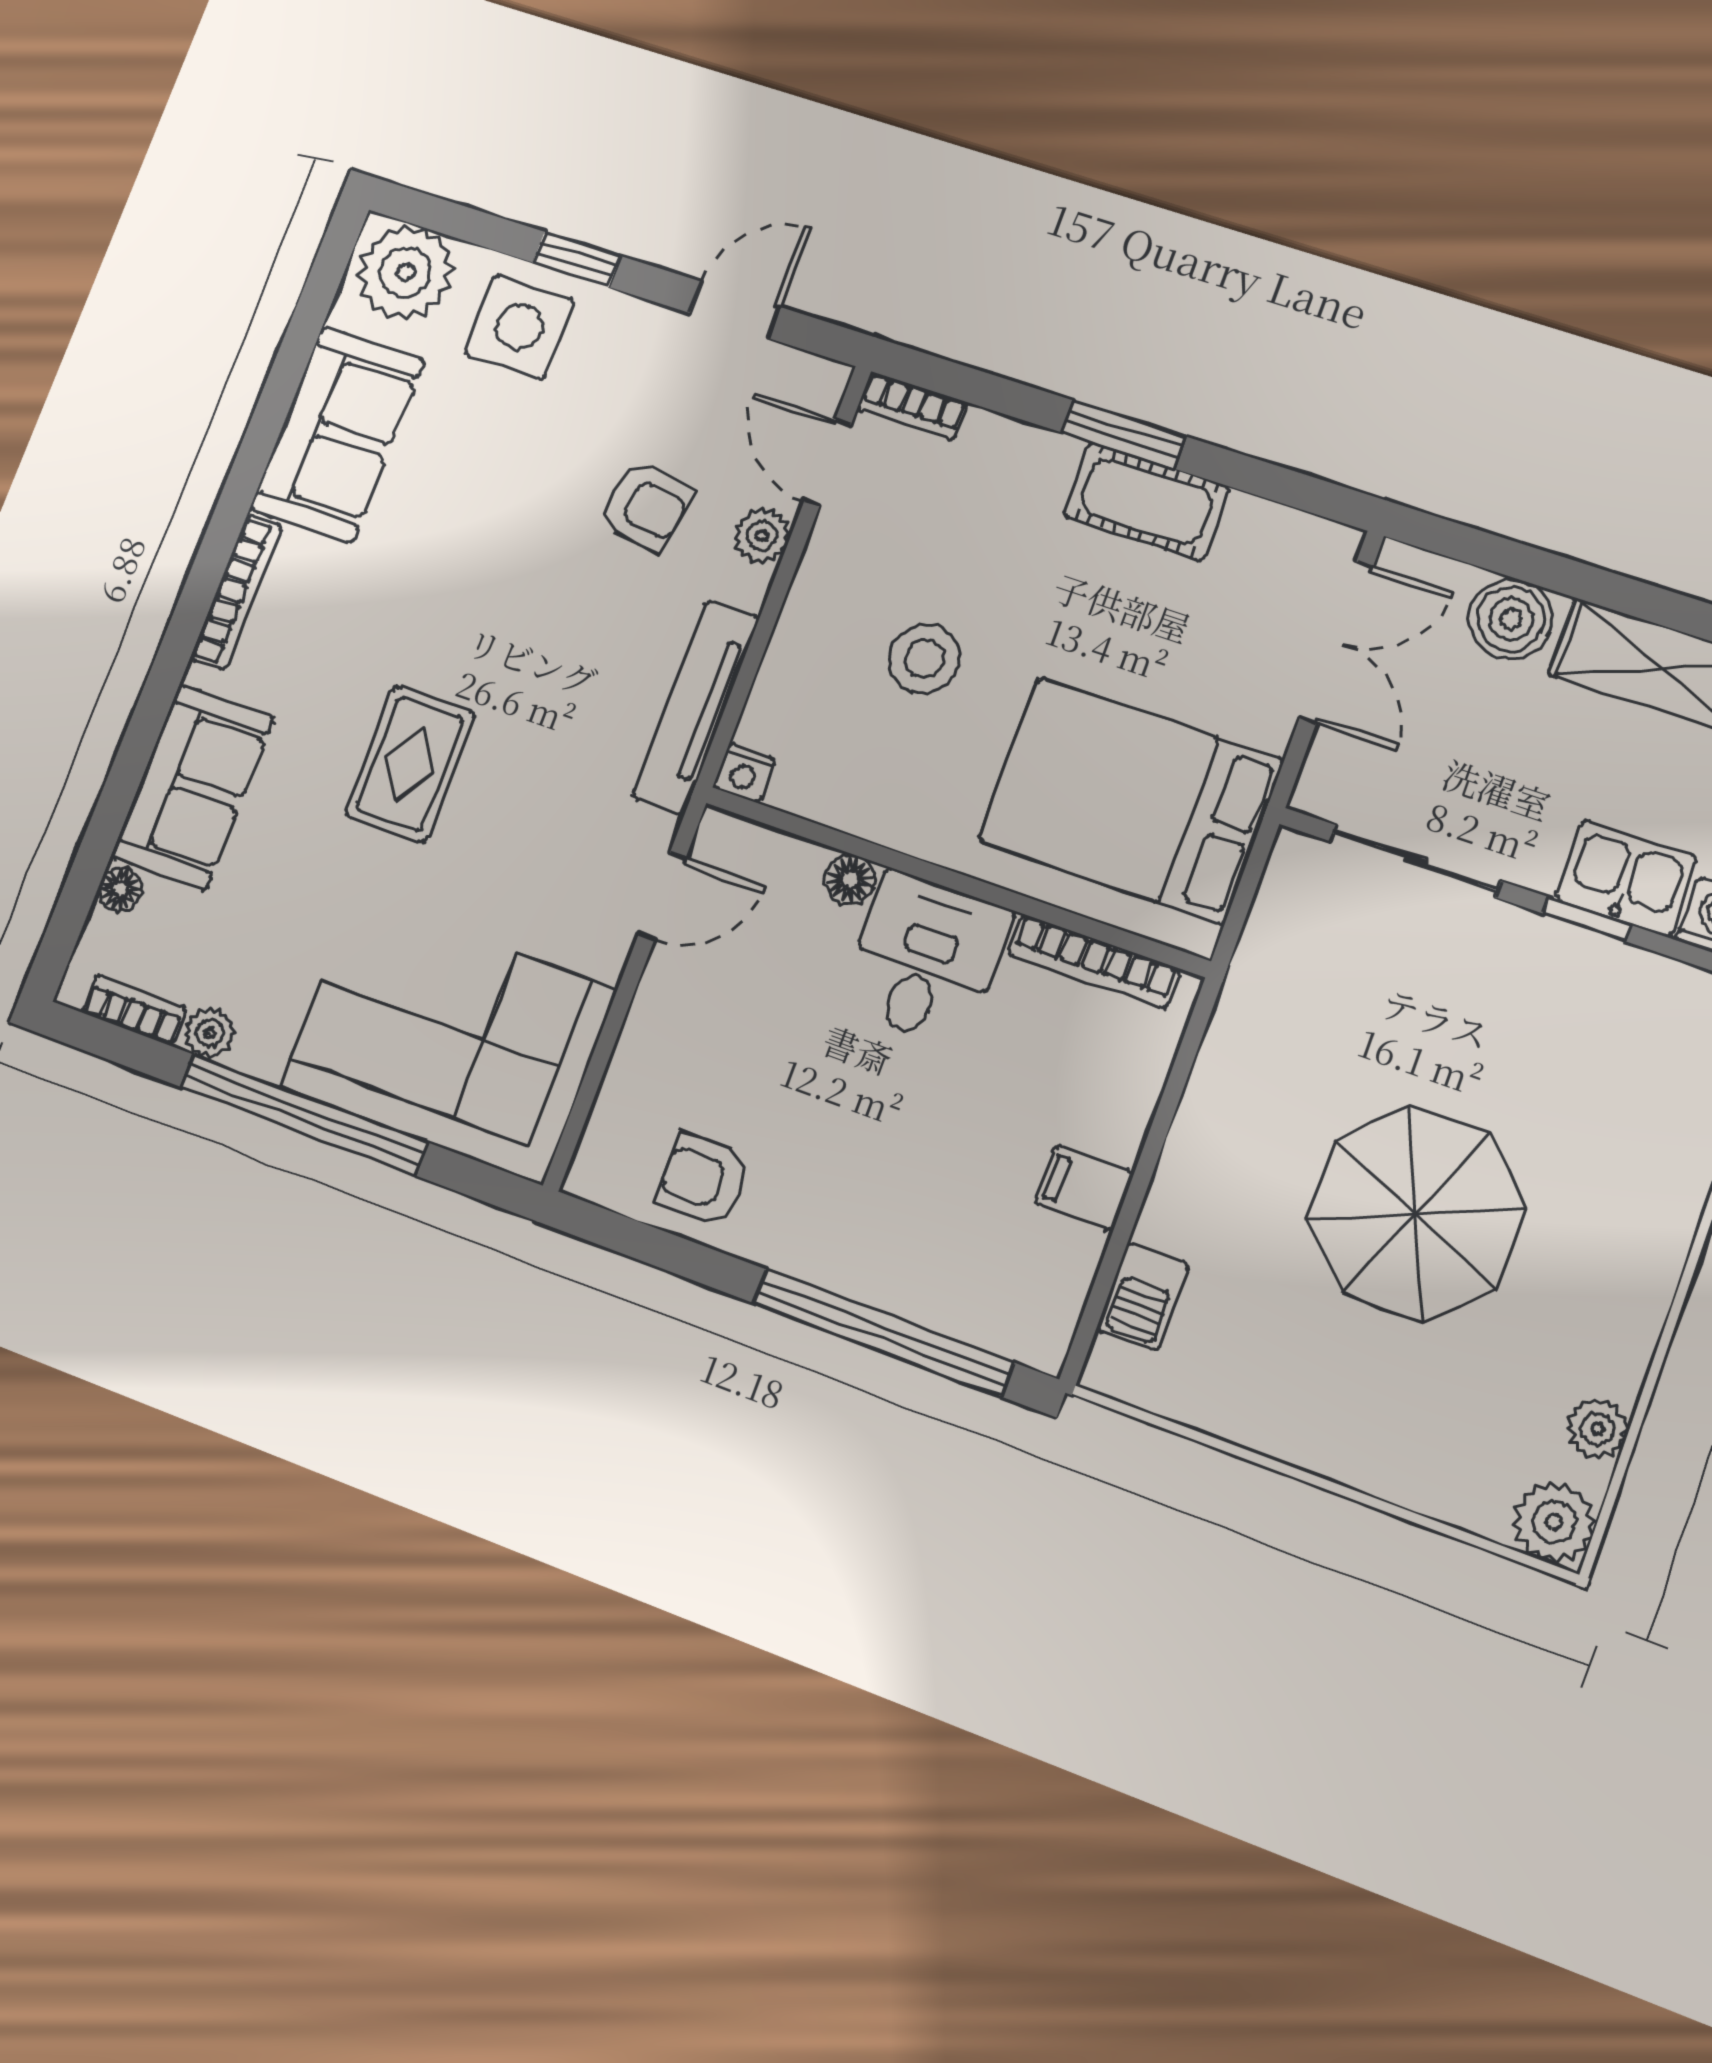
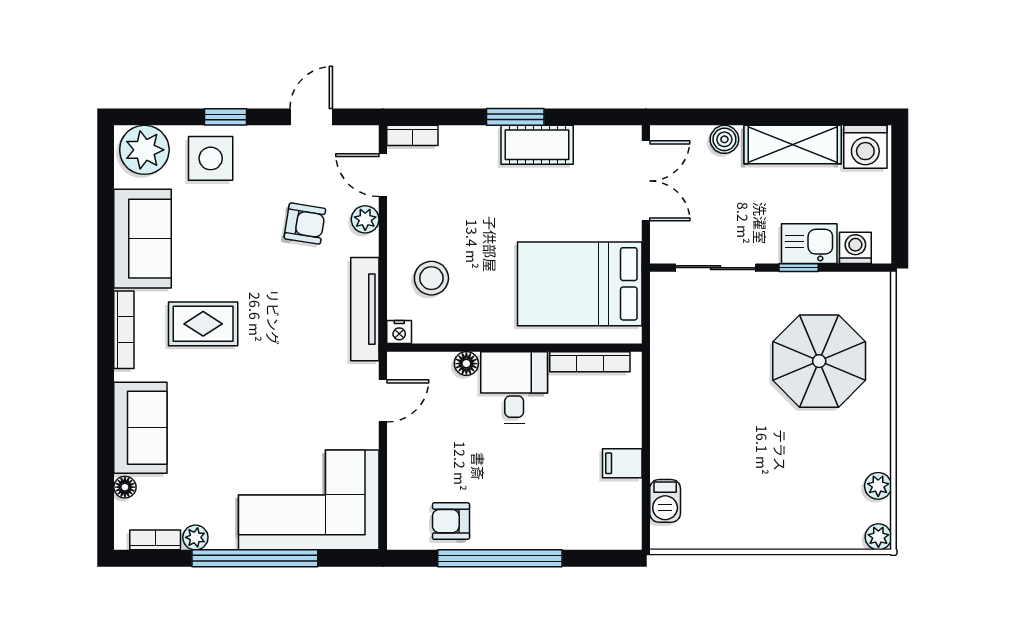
boiler: (1511, 619) -> (724, 139), width x0.73, depth x0.73
stool: (924, 659) -> (431, 278), moved
rug: (410, 764) -> (203, 324), moved, turned 90
parasol: (1416, 1213) -> (819, 361), moved
window: (883, 1333) -> (500, 558), moved
plant: (1554, 1522) -> (878, 537), width x0.73, depth x0.73

